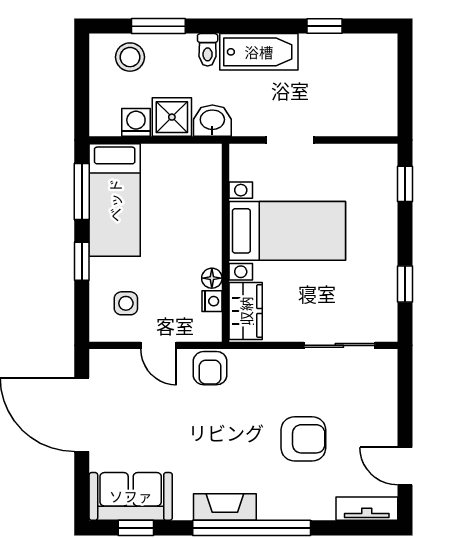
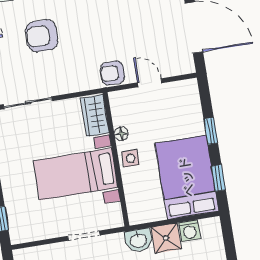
window: (82, 191) -> (218, 178), width x0.67
bed: (115, 200) -> (187, 177), width x1.50
nightstand: (212, 301) -> (119, 118), removed
side table: (126, 303) -> (130, 158), moved
armchair: (210, 368) -> (113, 73), turned -90

